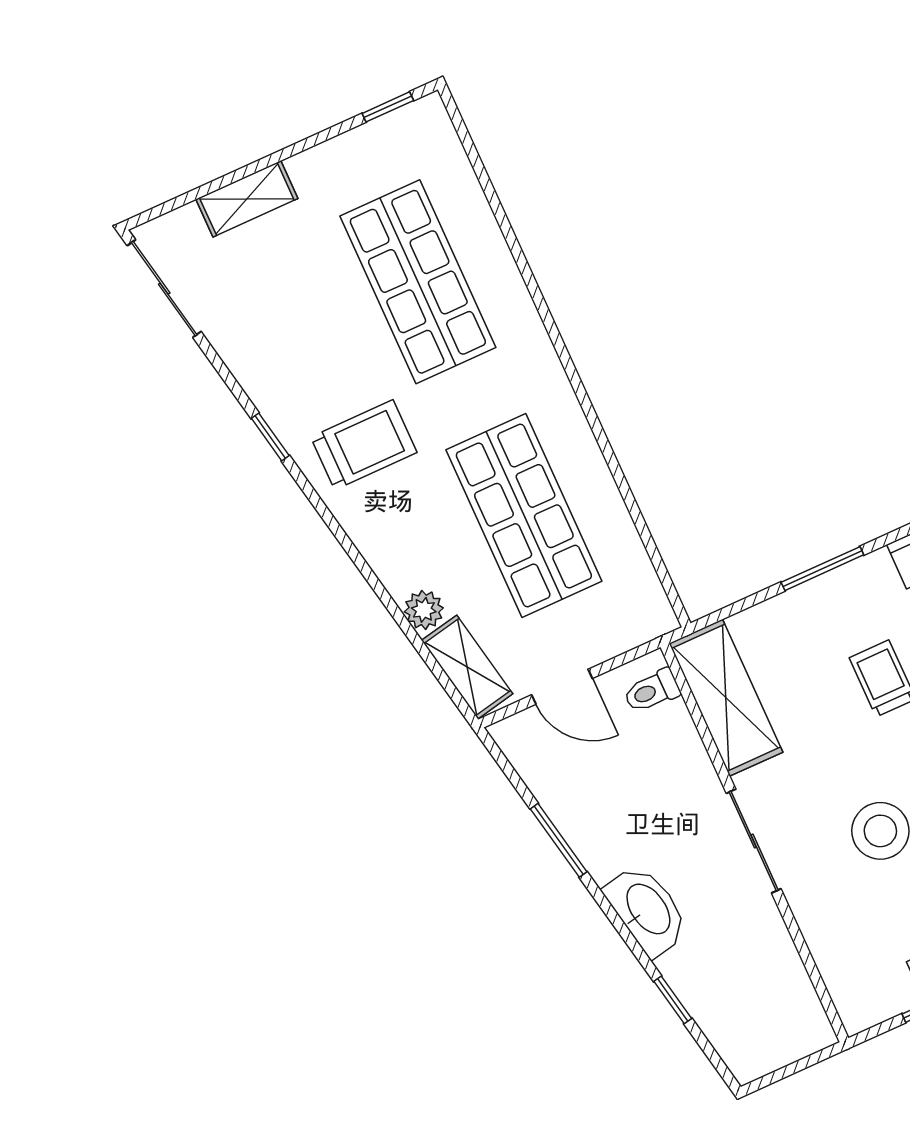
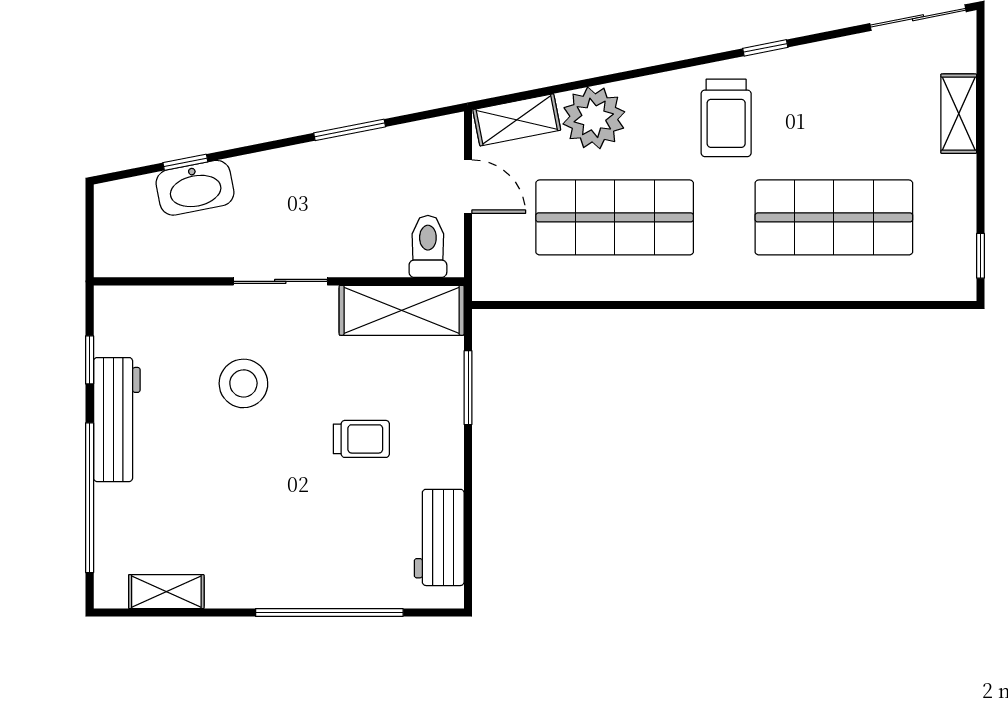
window: (822, 569) -> (468, 388), moved
plant: (424, 610) -> (594, 118), width x1.87, depth x1.87
door: (562, 687) -> (468, 187), swing flipped
toilet: (652, 691) -> (428, 246), width x1.37, depth x1.39
washbasin: (647, 910) -> (195, 188), moved

